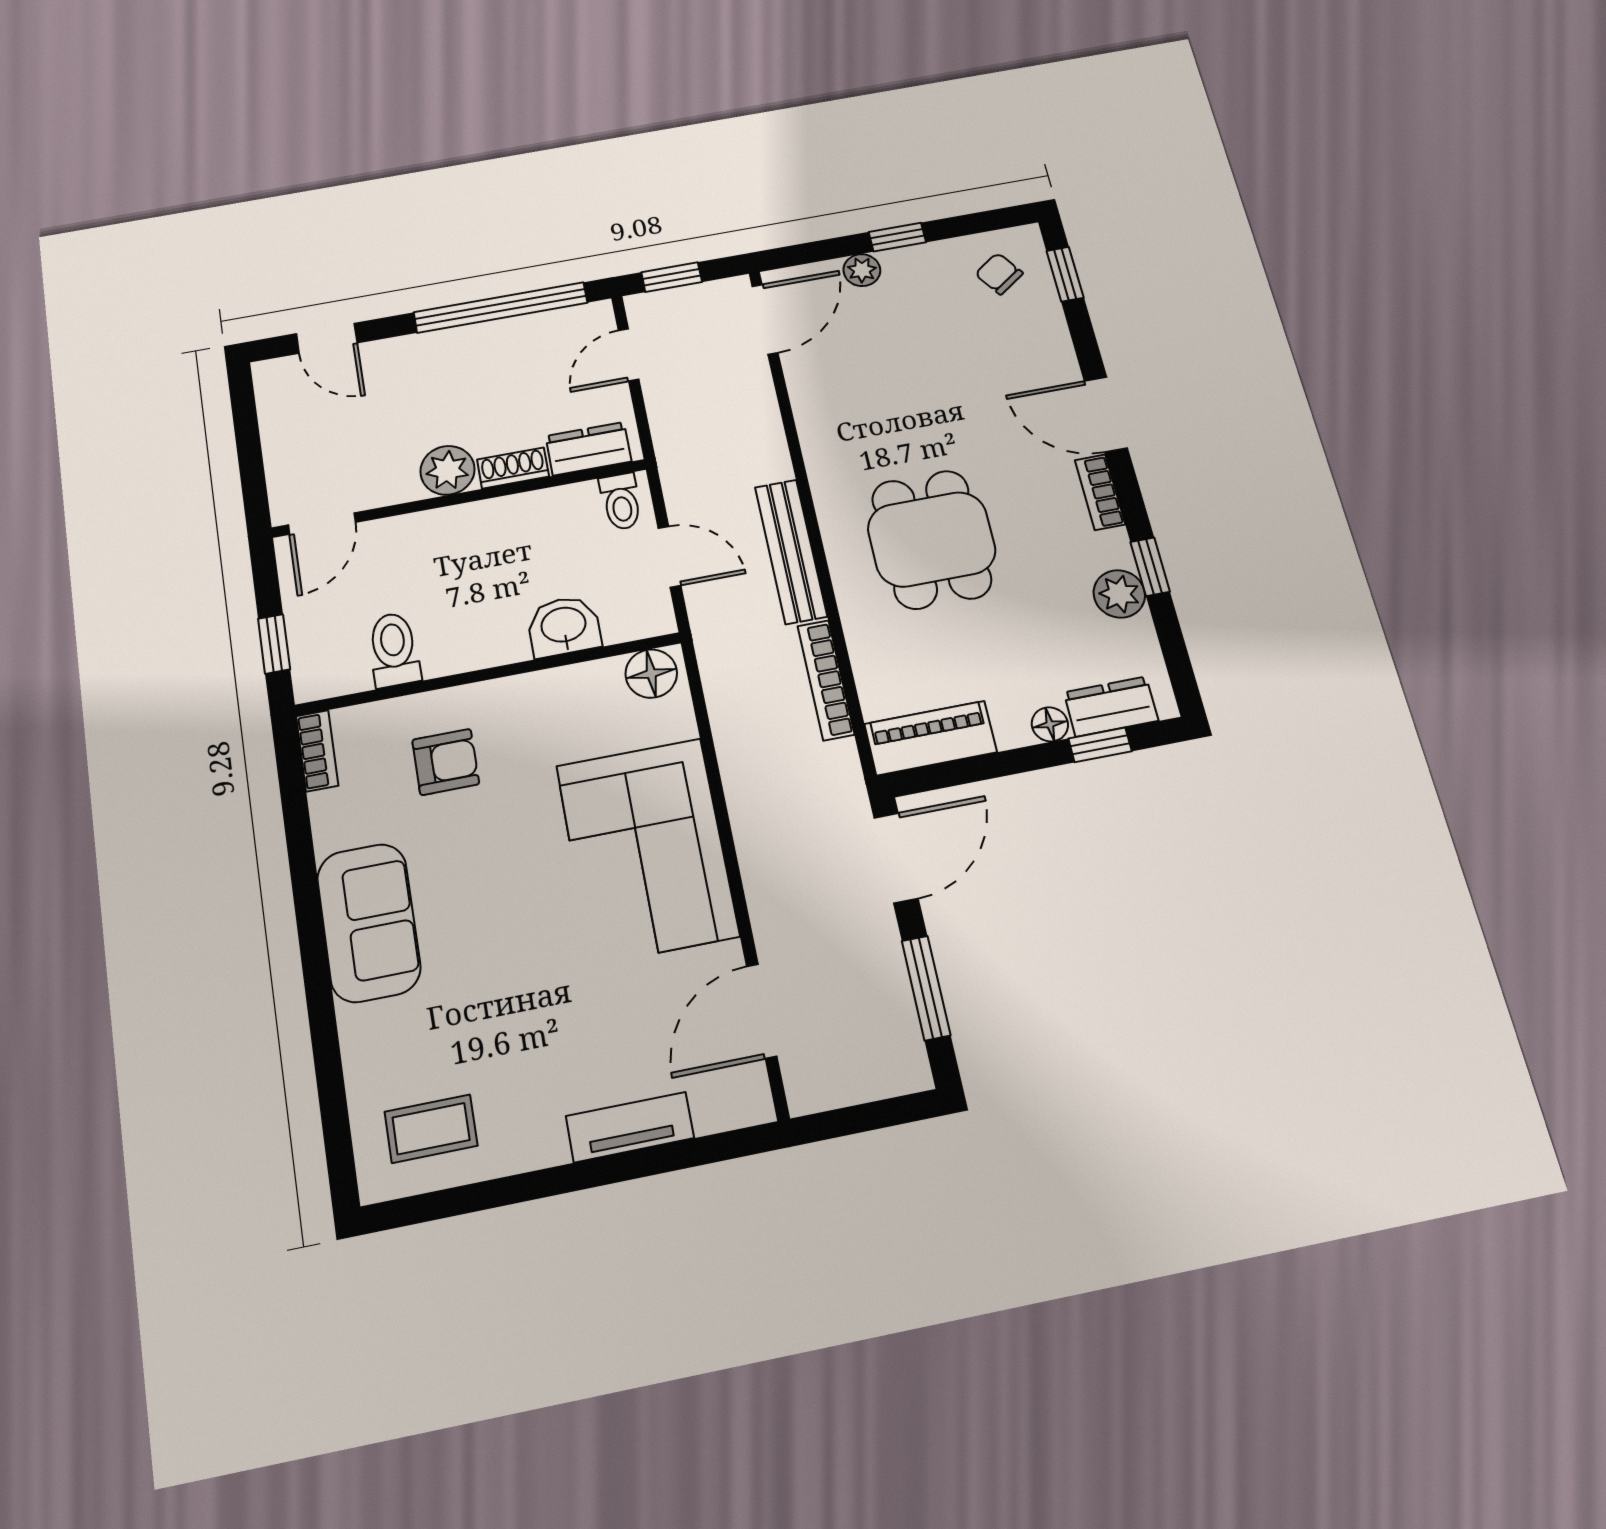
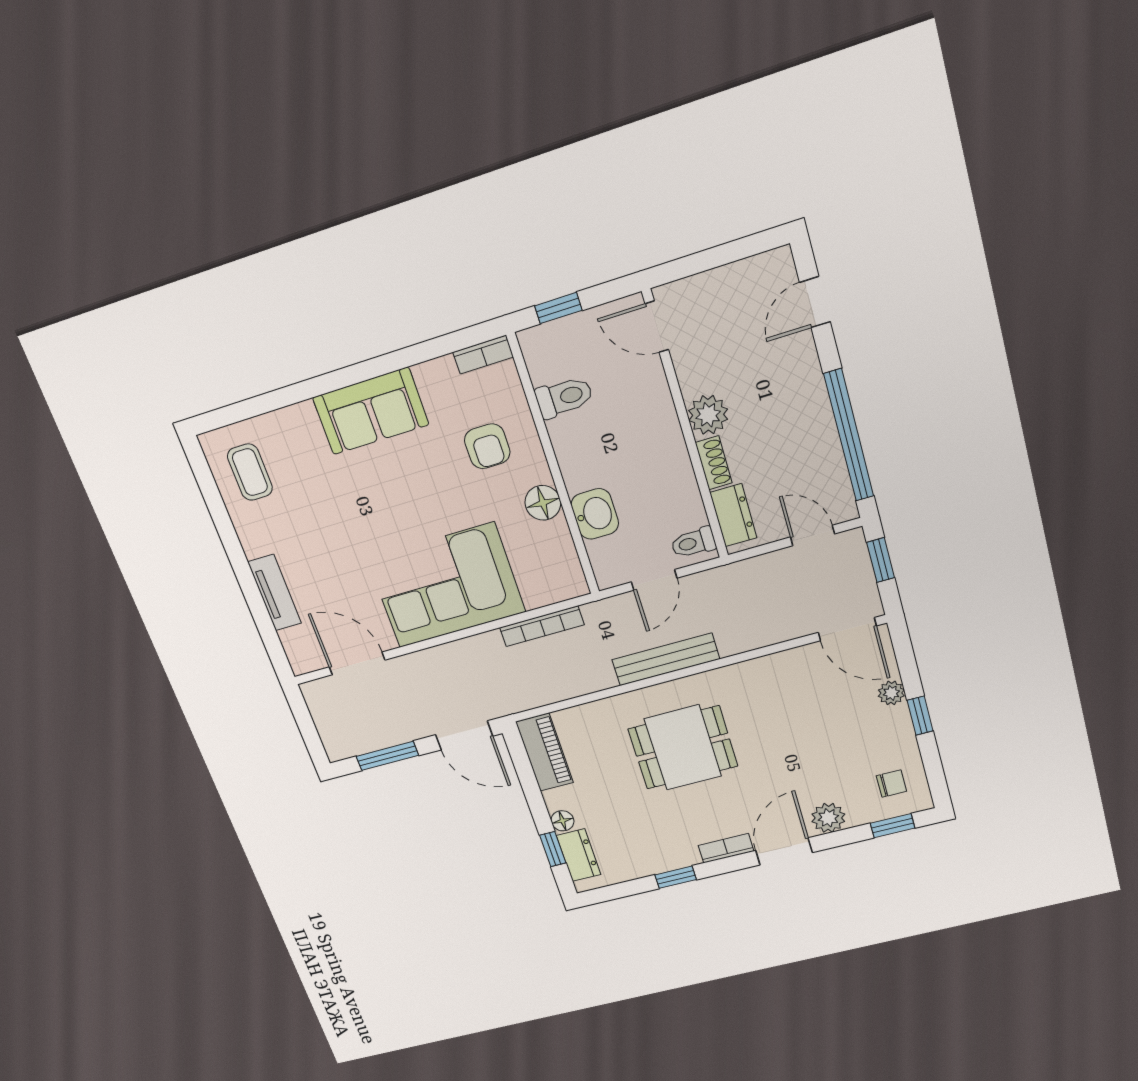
chair: (999, 274) -> (891, 784), turned 35
plant: (1119, 594) -> (828, 818), moved
floor lamp: (651, 674) -> (543, 503), moved
bookcase: (826, 680) -> (542, 626), moved, turned 180

